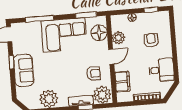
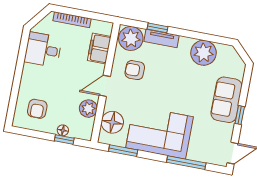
window: (151, 10) -> (64, 139), moved
armchair: (151, 40) -> (37, 109), moved

